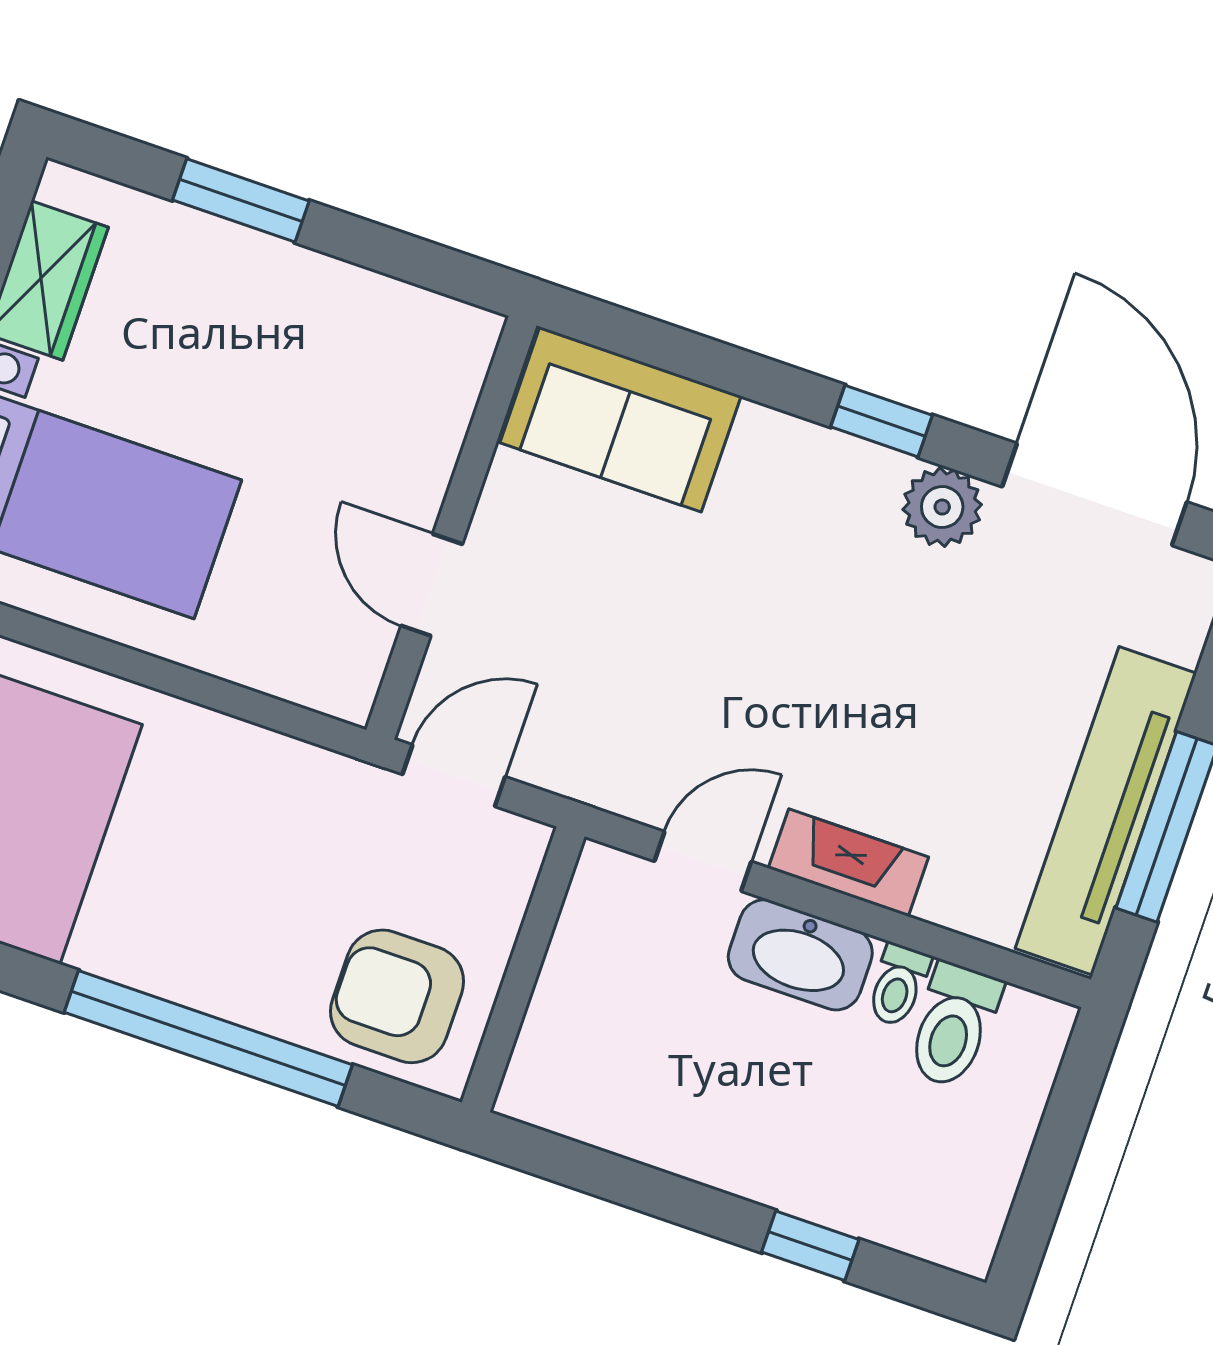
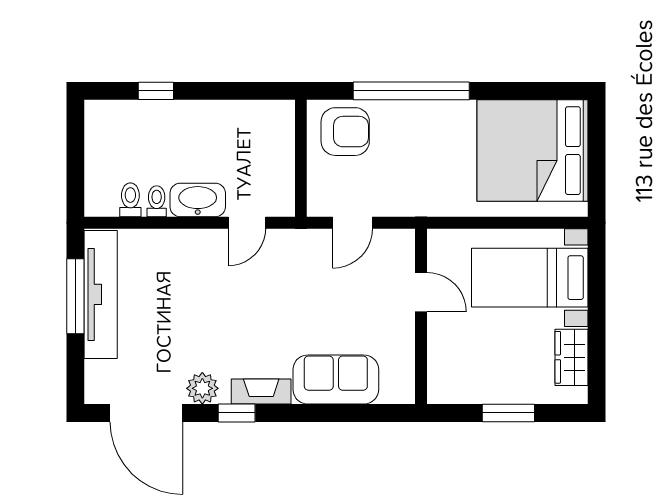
wall: (451, 528) -> (421, 316), moved
door: (432, 585) -> (421, 292), moved
fireplace: (848, 863) -> (261, 392), moved, turned 180
toilet: (953, 1025) -> (130, 200), width x0.73, depth x0.72

